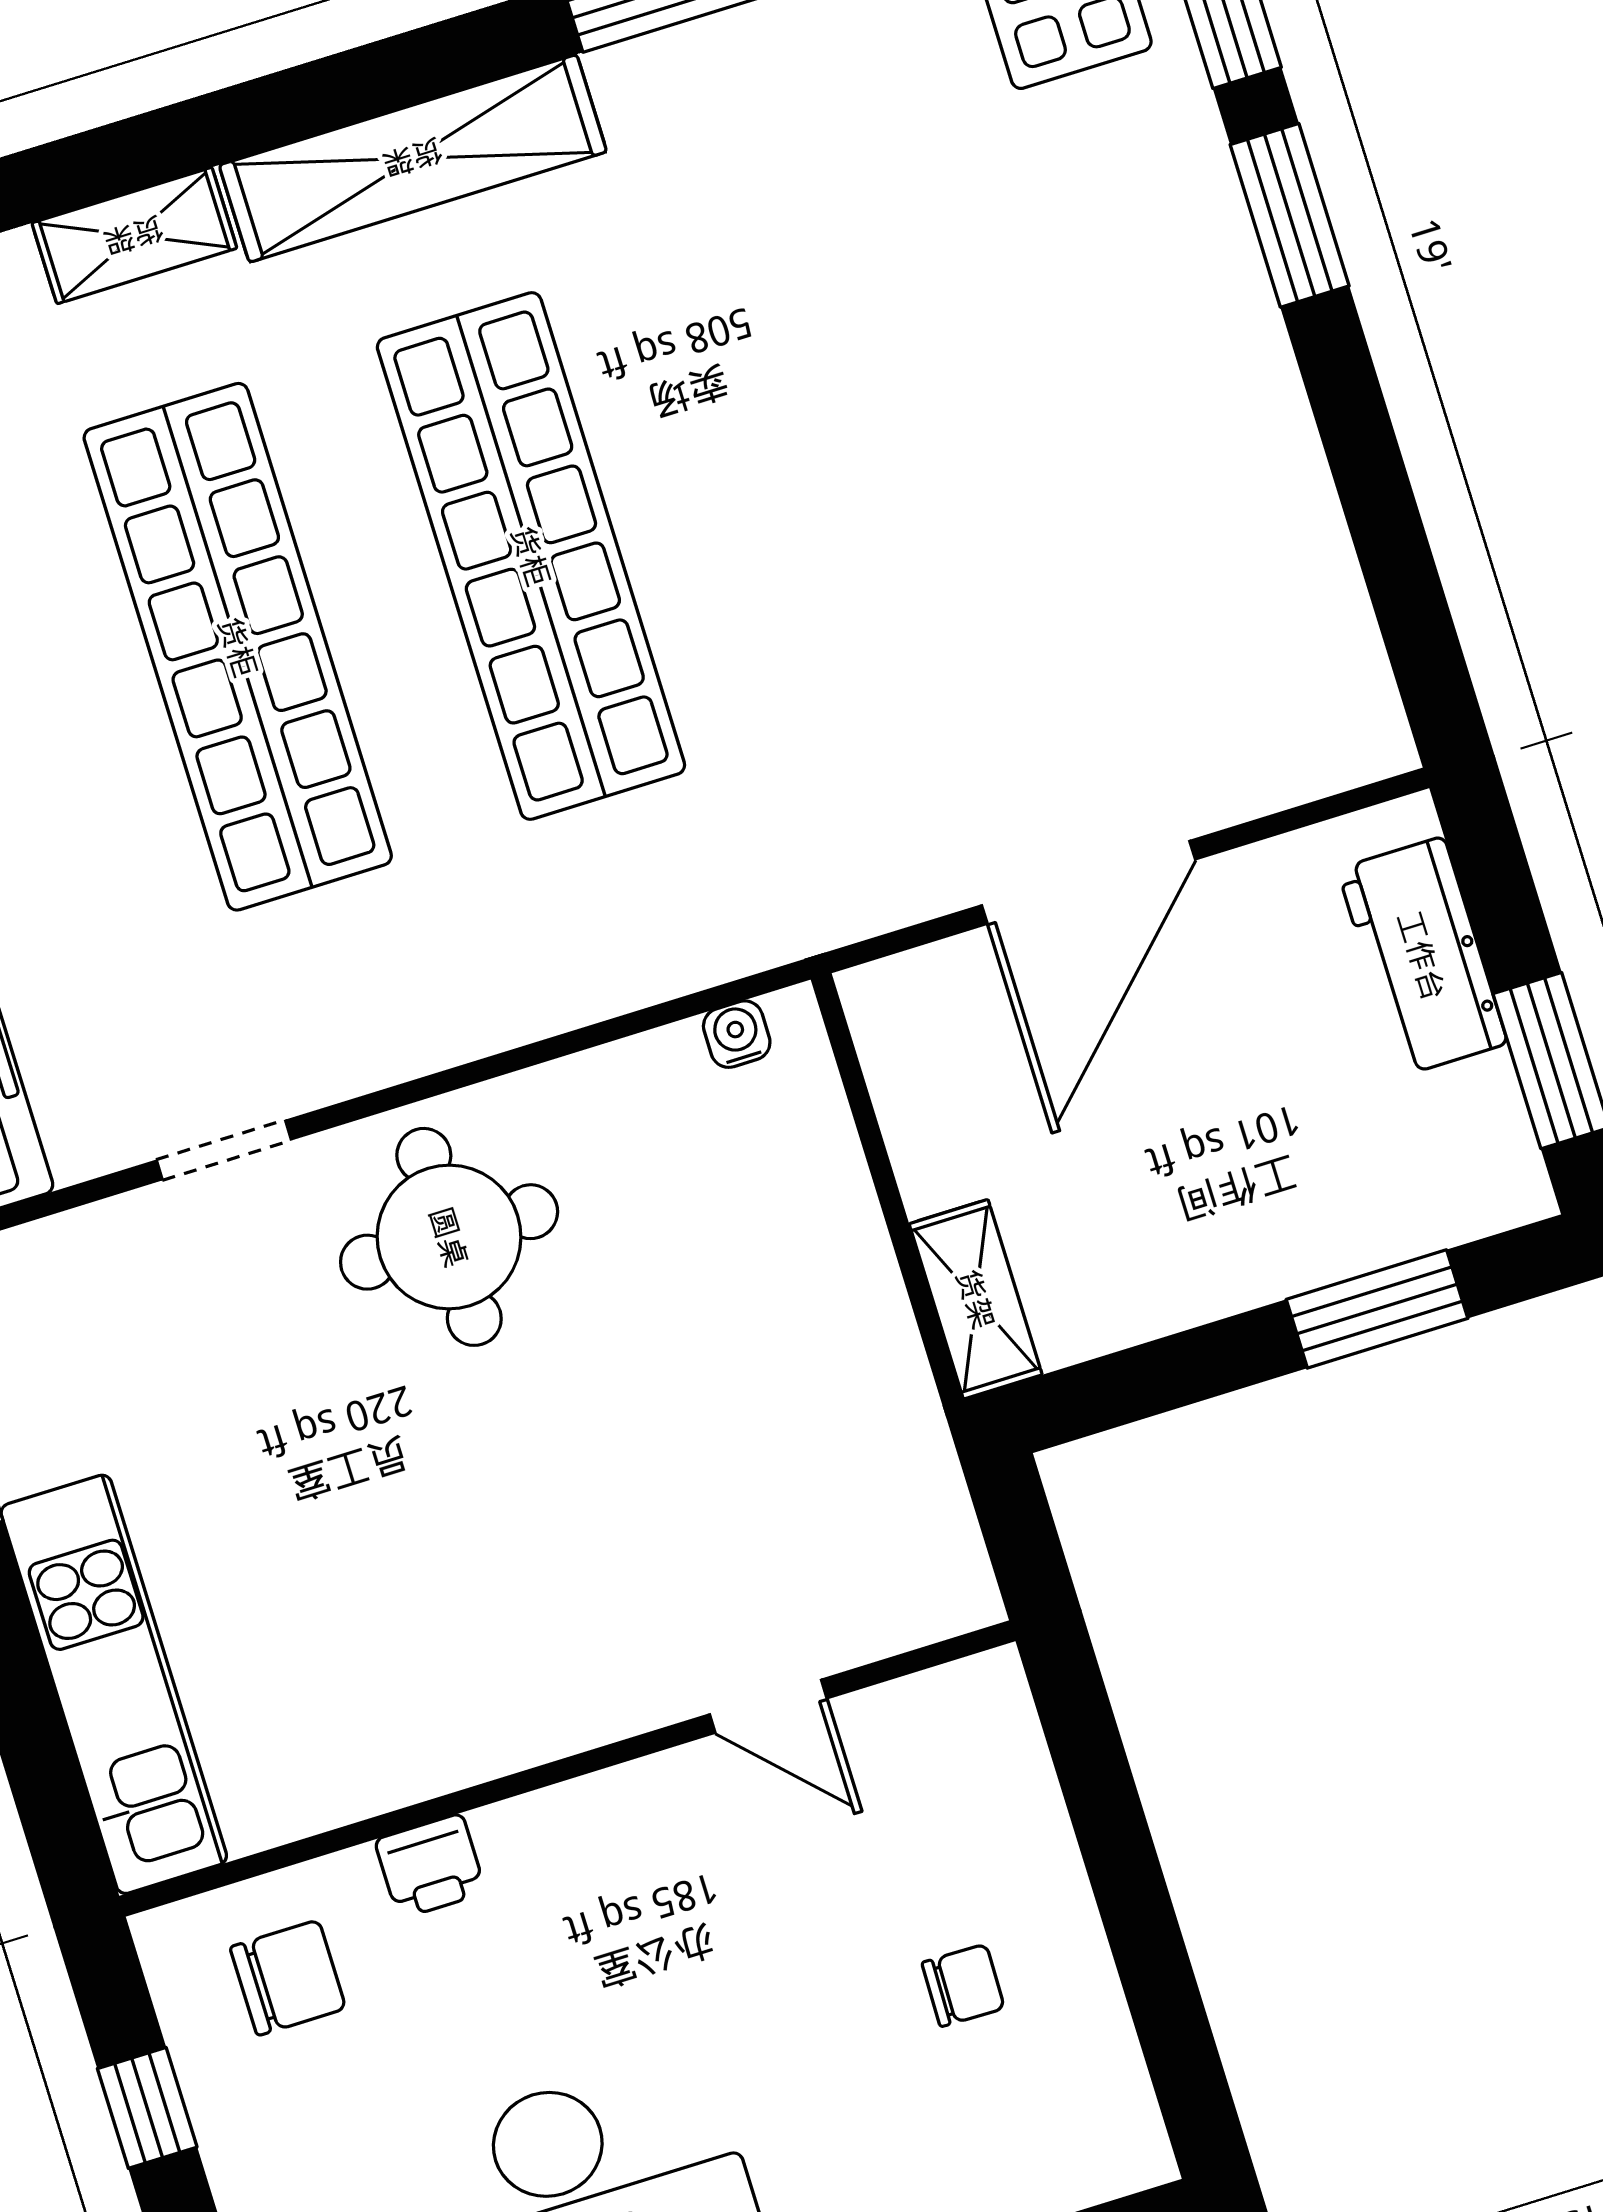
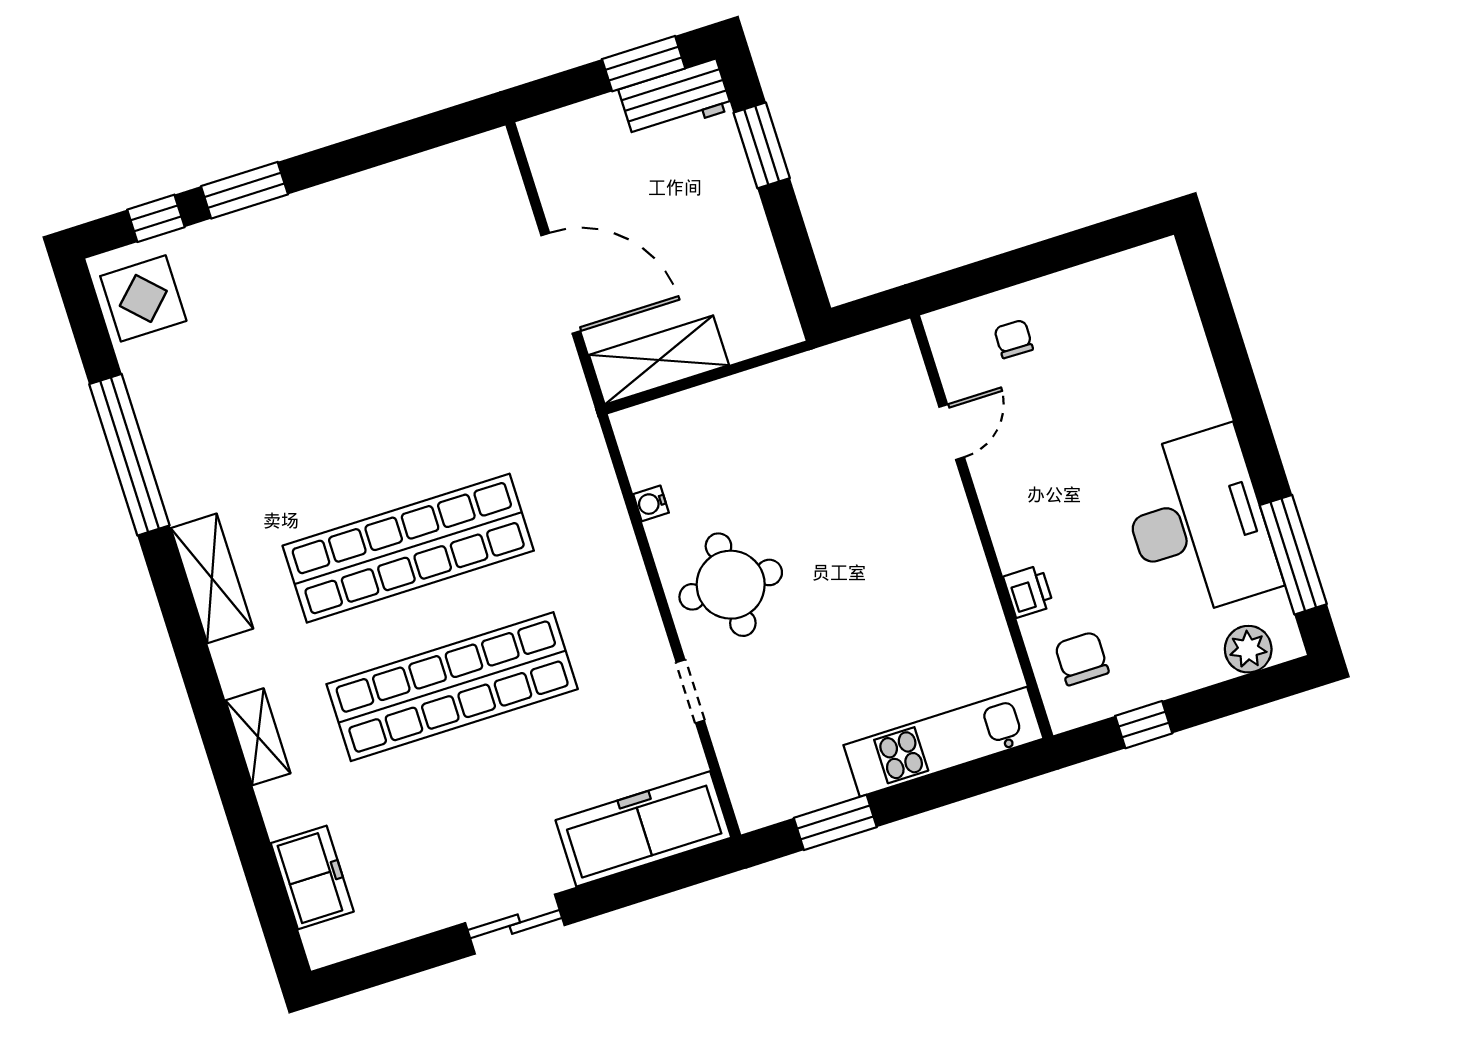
shelving: (413, 158) -> (212, 578), width x0.68
workbench: (1422, 956) -> (675, 99), moved
water cooler: (737, 1034) -> (651, 503), moved
shelving: (976, 1299) -> (659, 360), moved, width x1.50, depth x1.33
chair: (963, 1985) -> (1014, 339), moved

